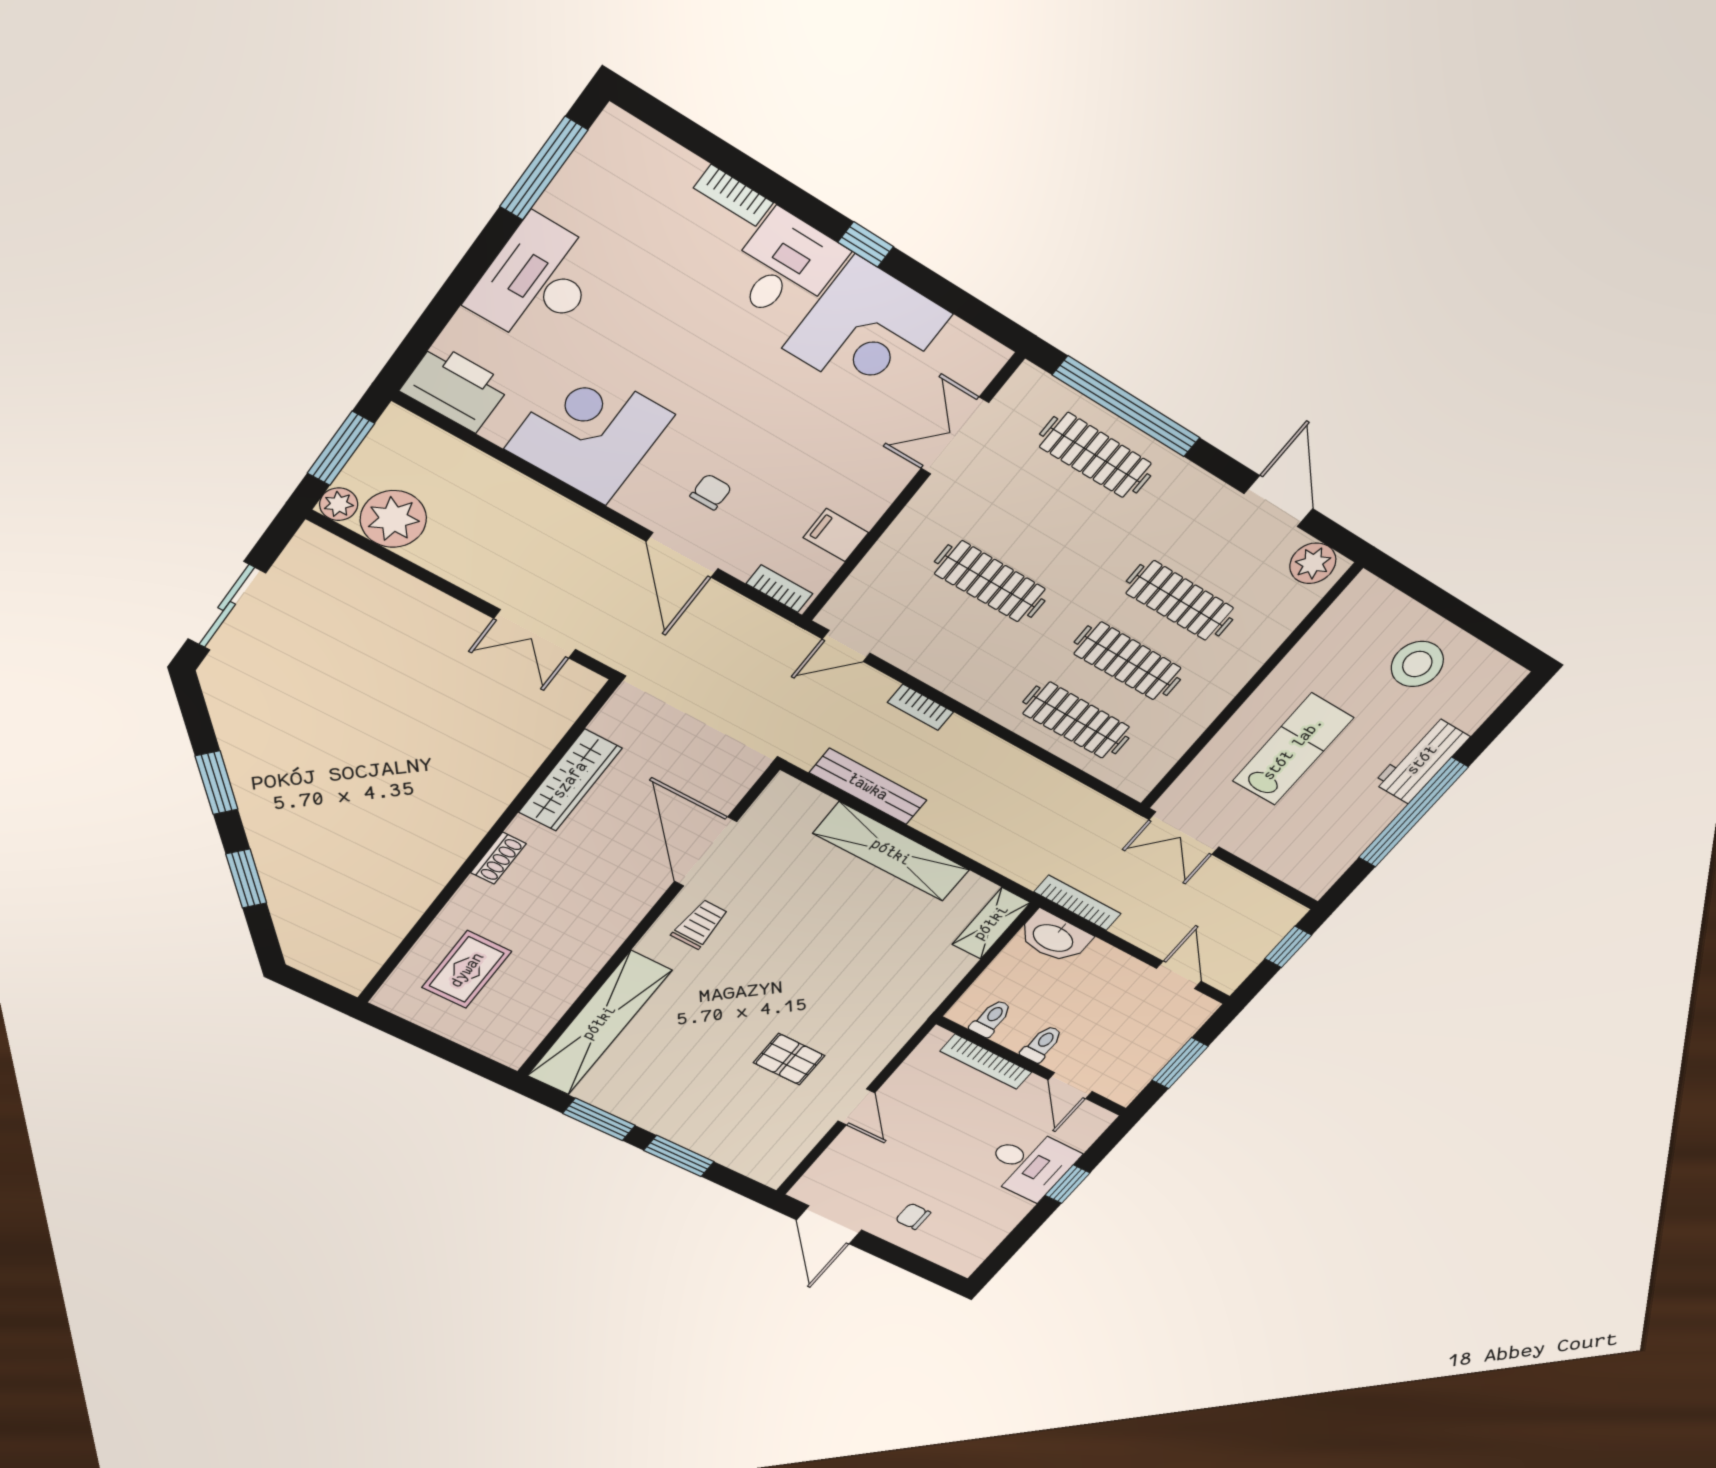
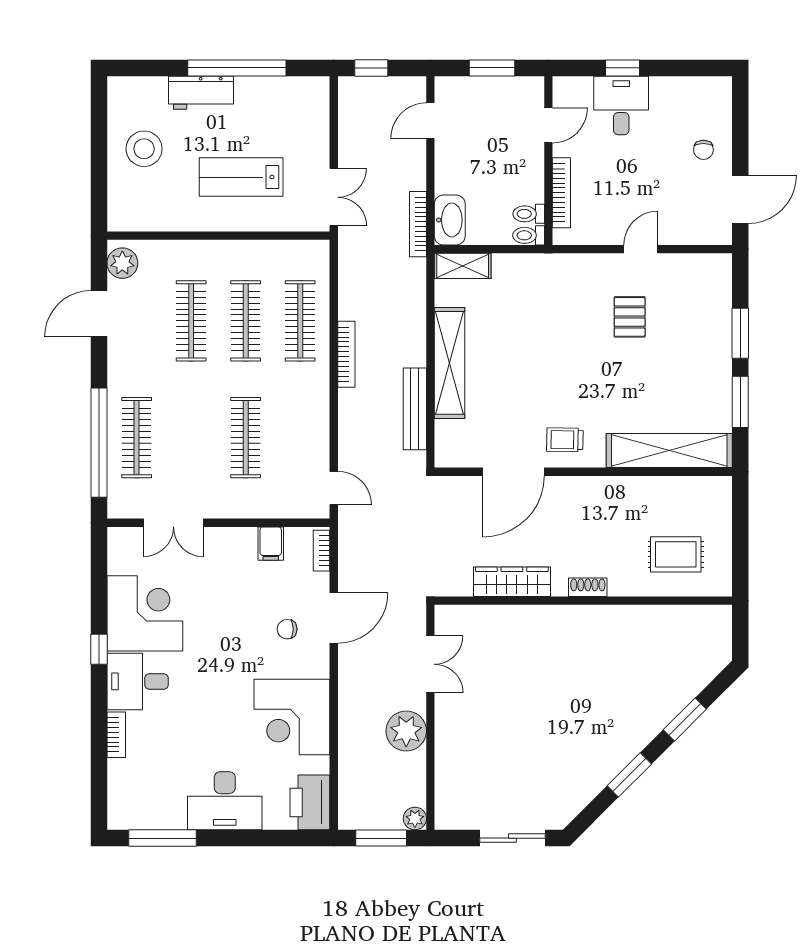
plant: (393, 519) -> (406, 731), moved
bookcase: (920, 707) -> (346, 354), moved, width x1.56
toilet: (1042, 1044) -> (529, 235), moved

